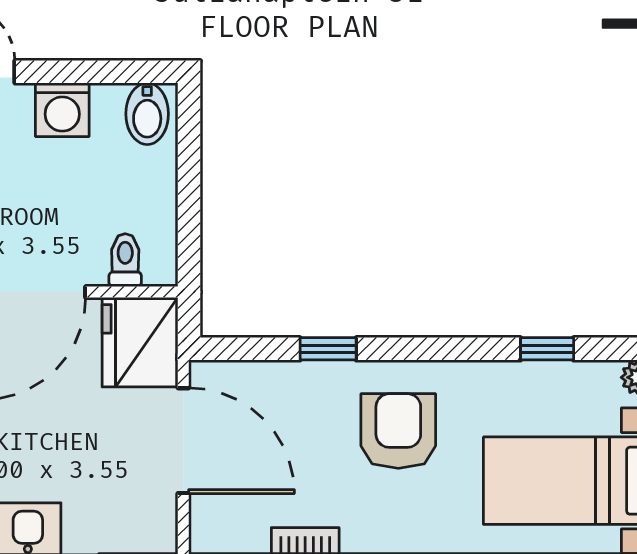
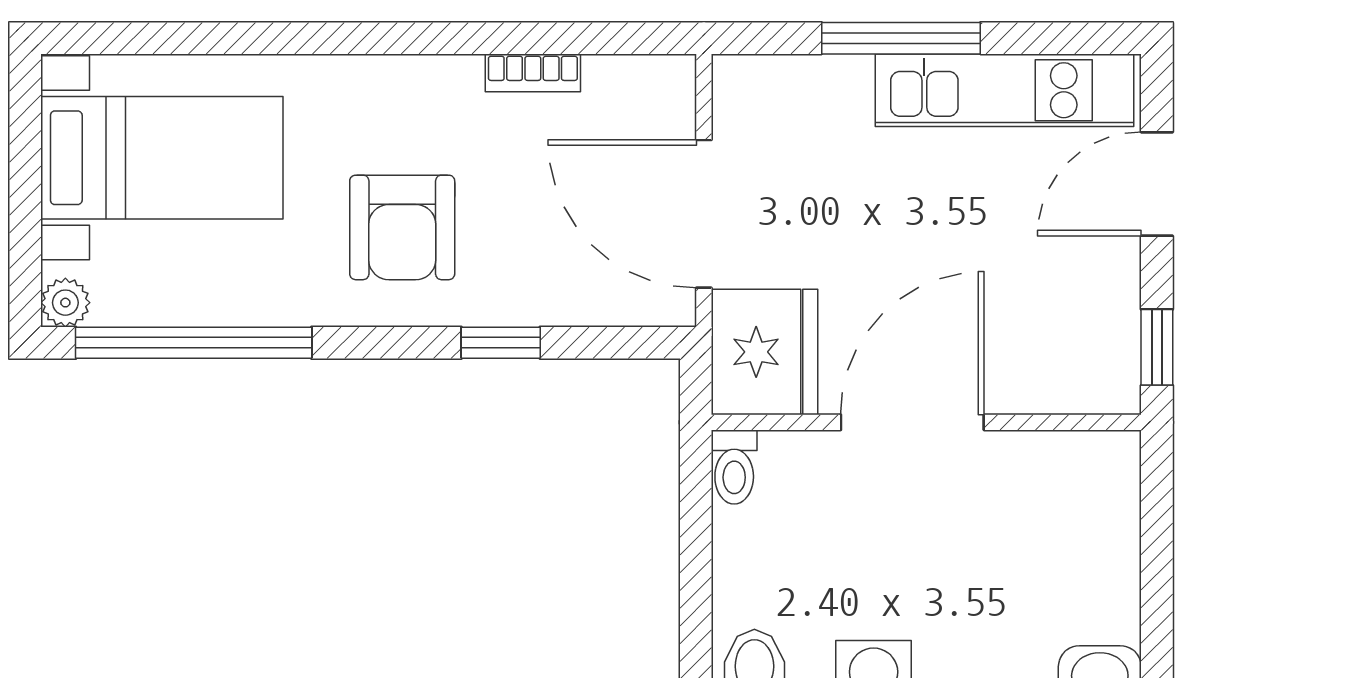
toilet: (125, 260) -> (734, 467), moved
window: (547, 349) -> (194, 343), width x3.17

